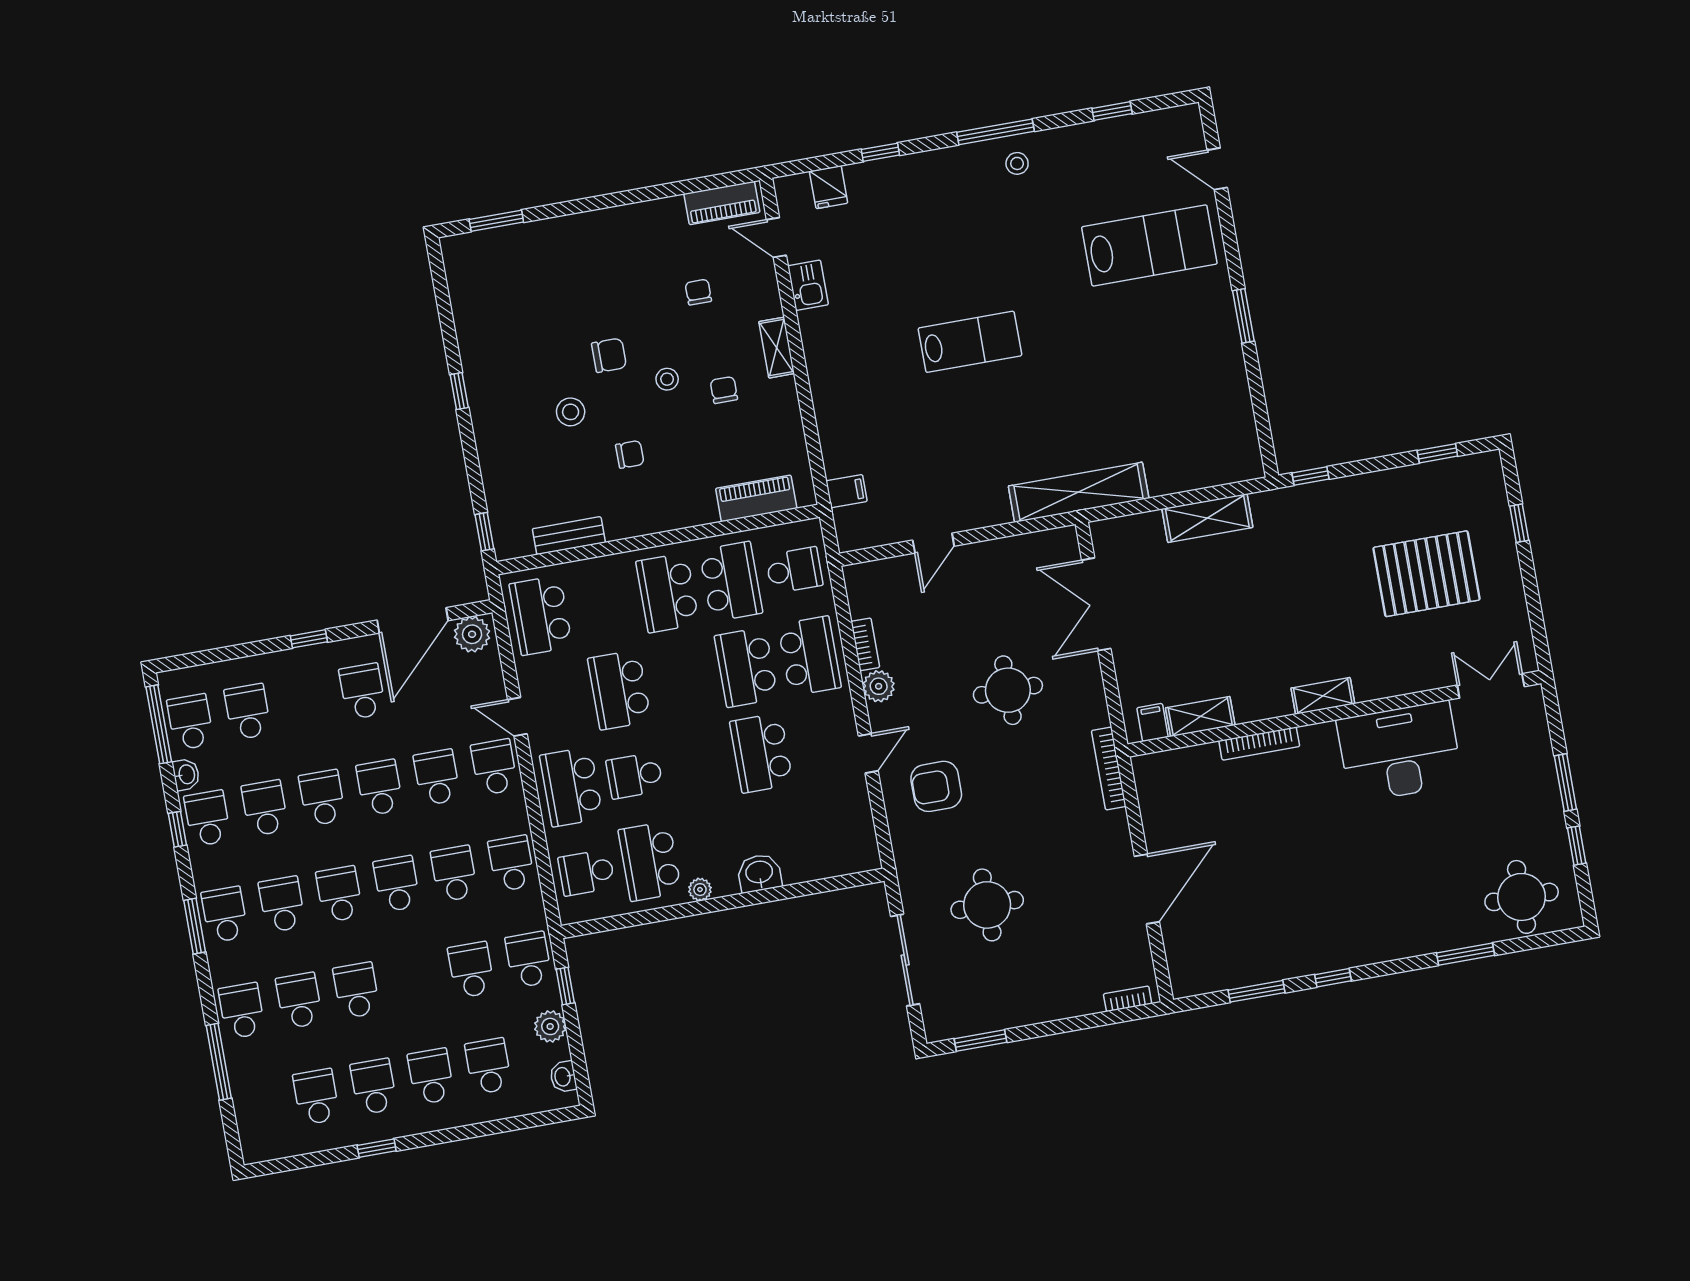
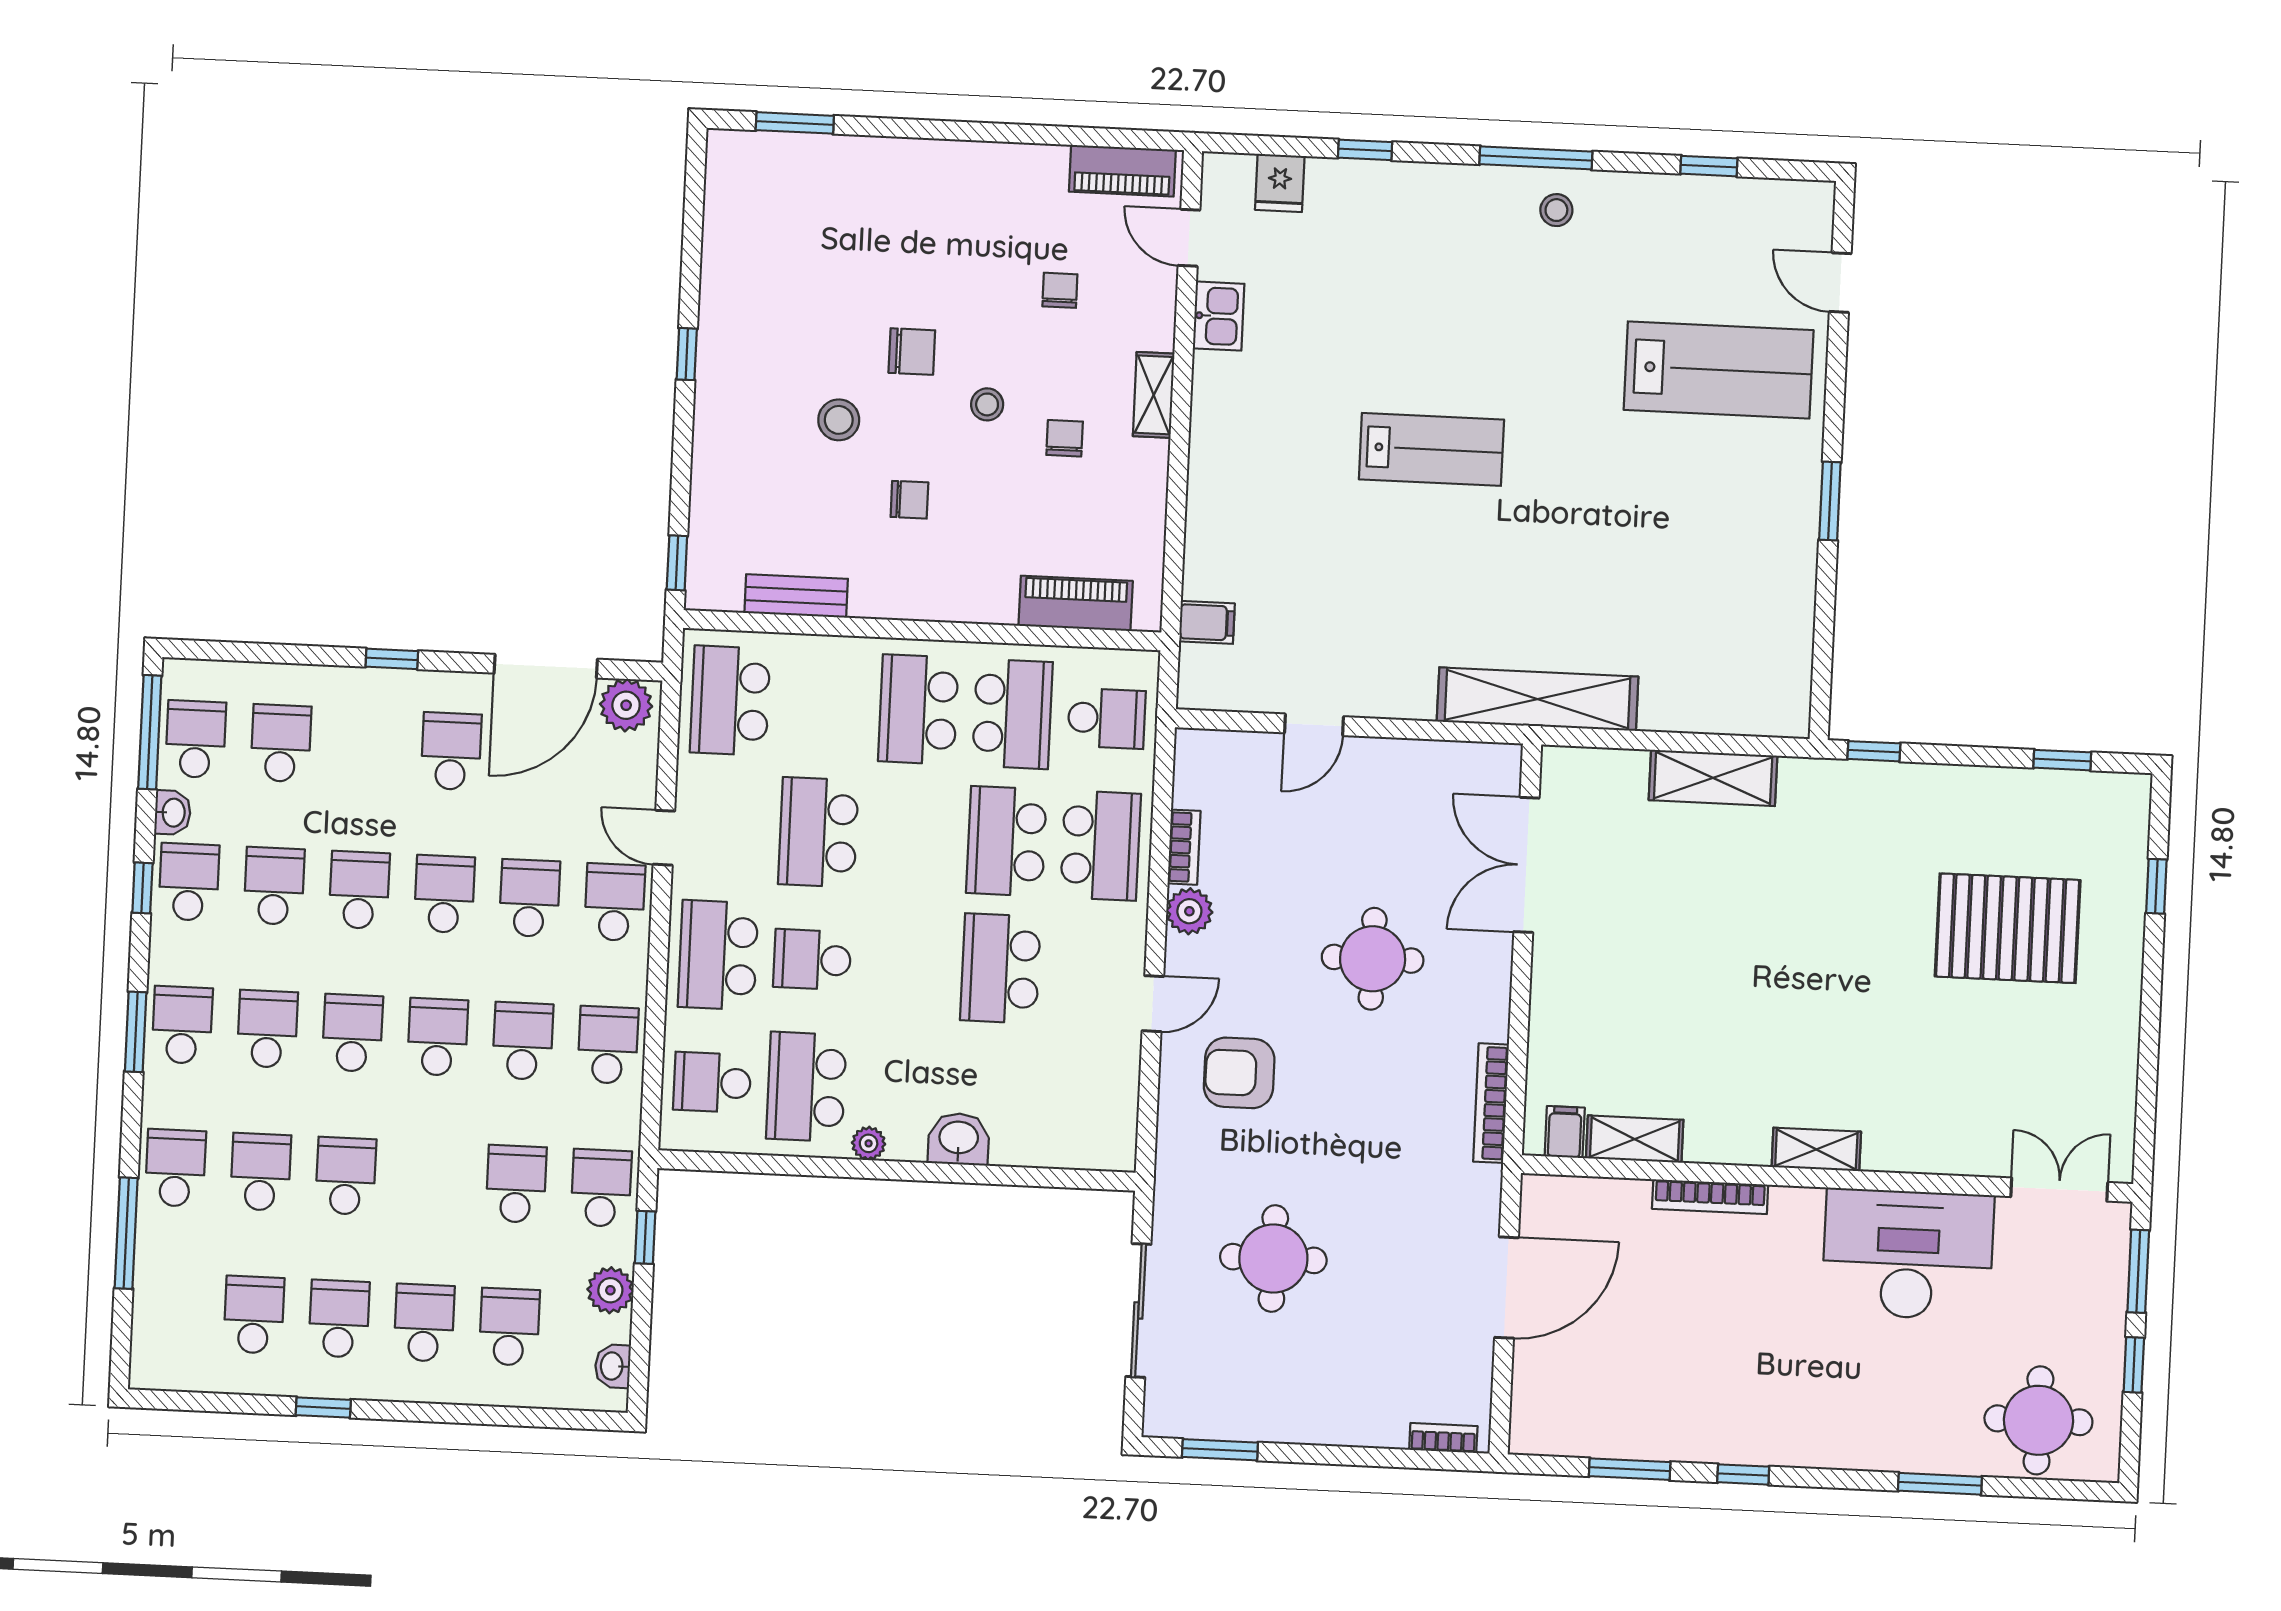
double door: (1491, 686) -> (2059, 1190), moved
shelving: (1323, 696) -> (1816, 1149), moved
wall: (1334, 714) -> (1827, 1179), moved
shelving: (1200, 716) -> (1635, 1139), moved
filing cabinet: (1152, 722) -> (1565, 1132), moved
bookcase: (1259, 744) -> (1710, 1197), moved
desk: (1400, 752) -> (1908, 1254), moved

